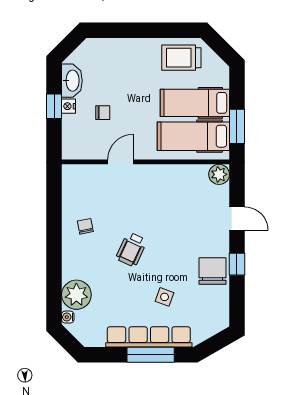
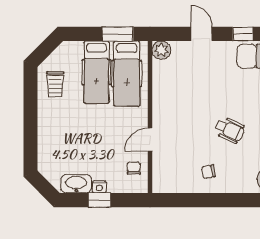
trolley: (181, 58) -> (55, 84), width x0.73, depth x0.72
chair: (103, 113) -> (134, 168), moved
door: (121, 162) -> (150, 140), hinge flipped
door: (237, 219) -> (202, 34), hinge flipped

